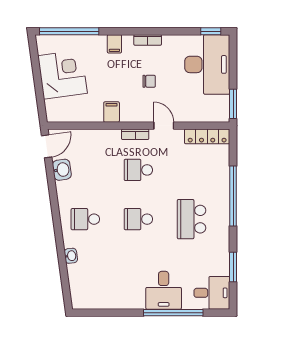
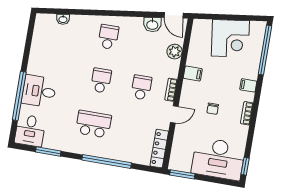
plant: (89, 138) -> (175, 52), added
washbasin: (71, 256) -> (63, 19), moved

